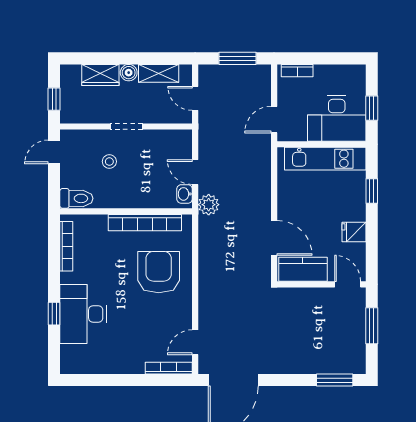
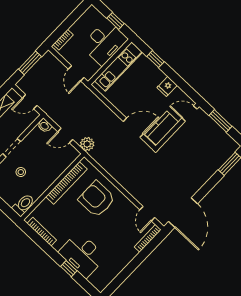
washbasin: (185, 194) -> (45, 126), moved

